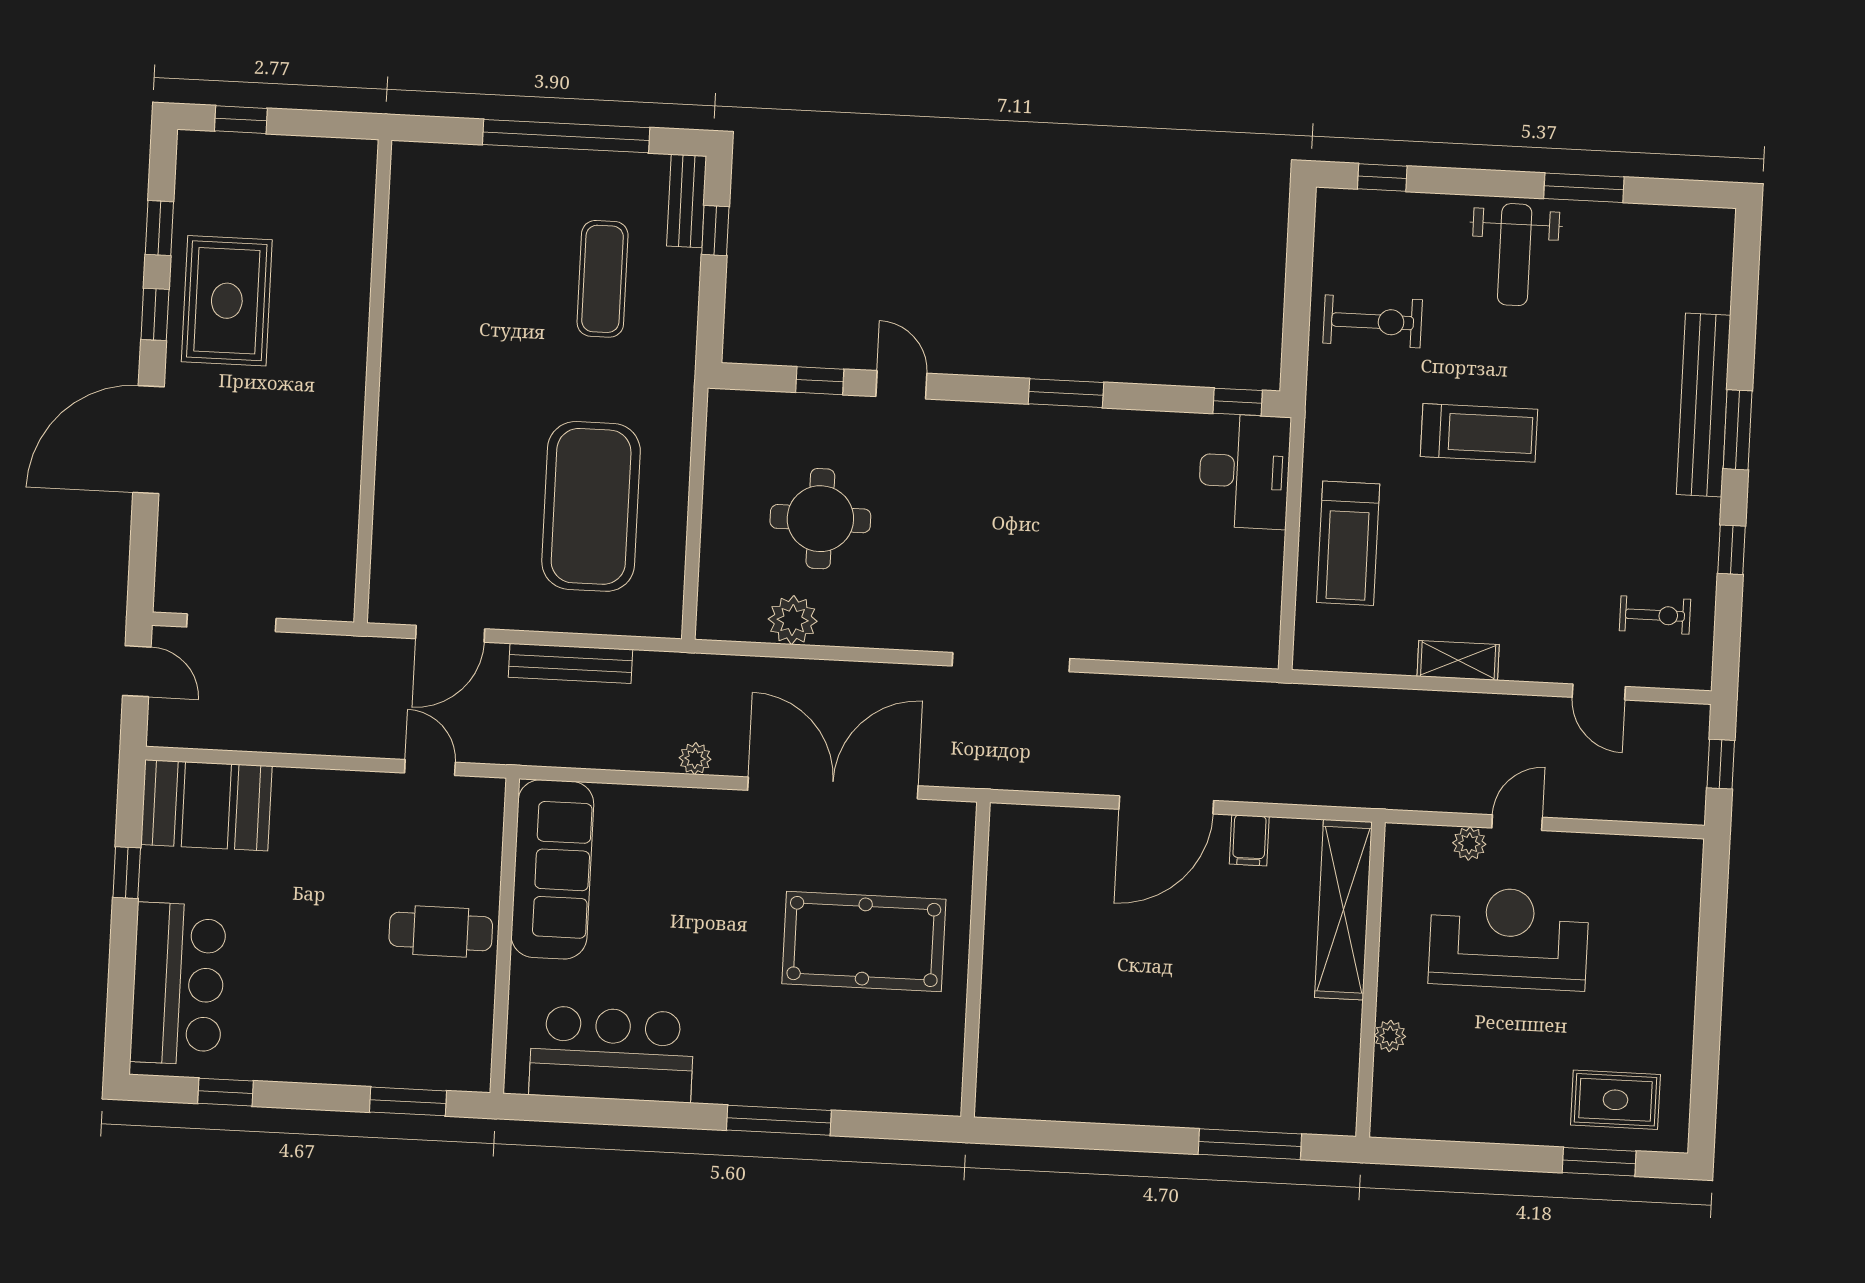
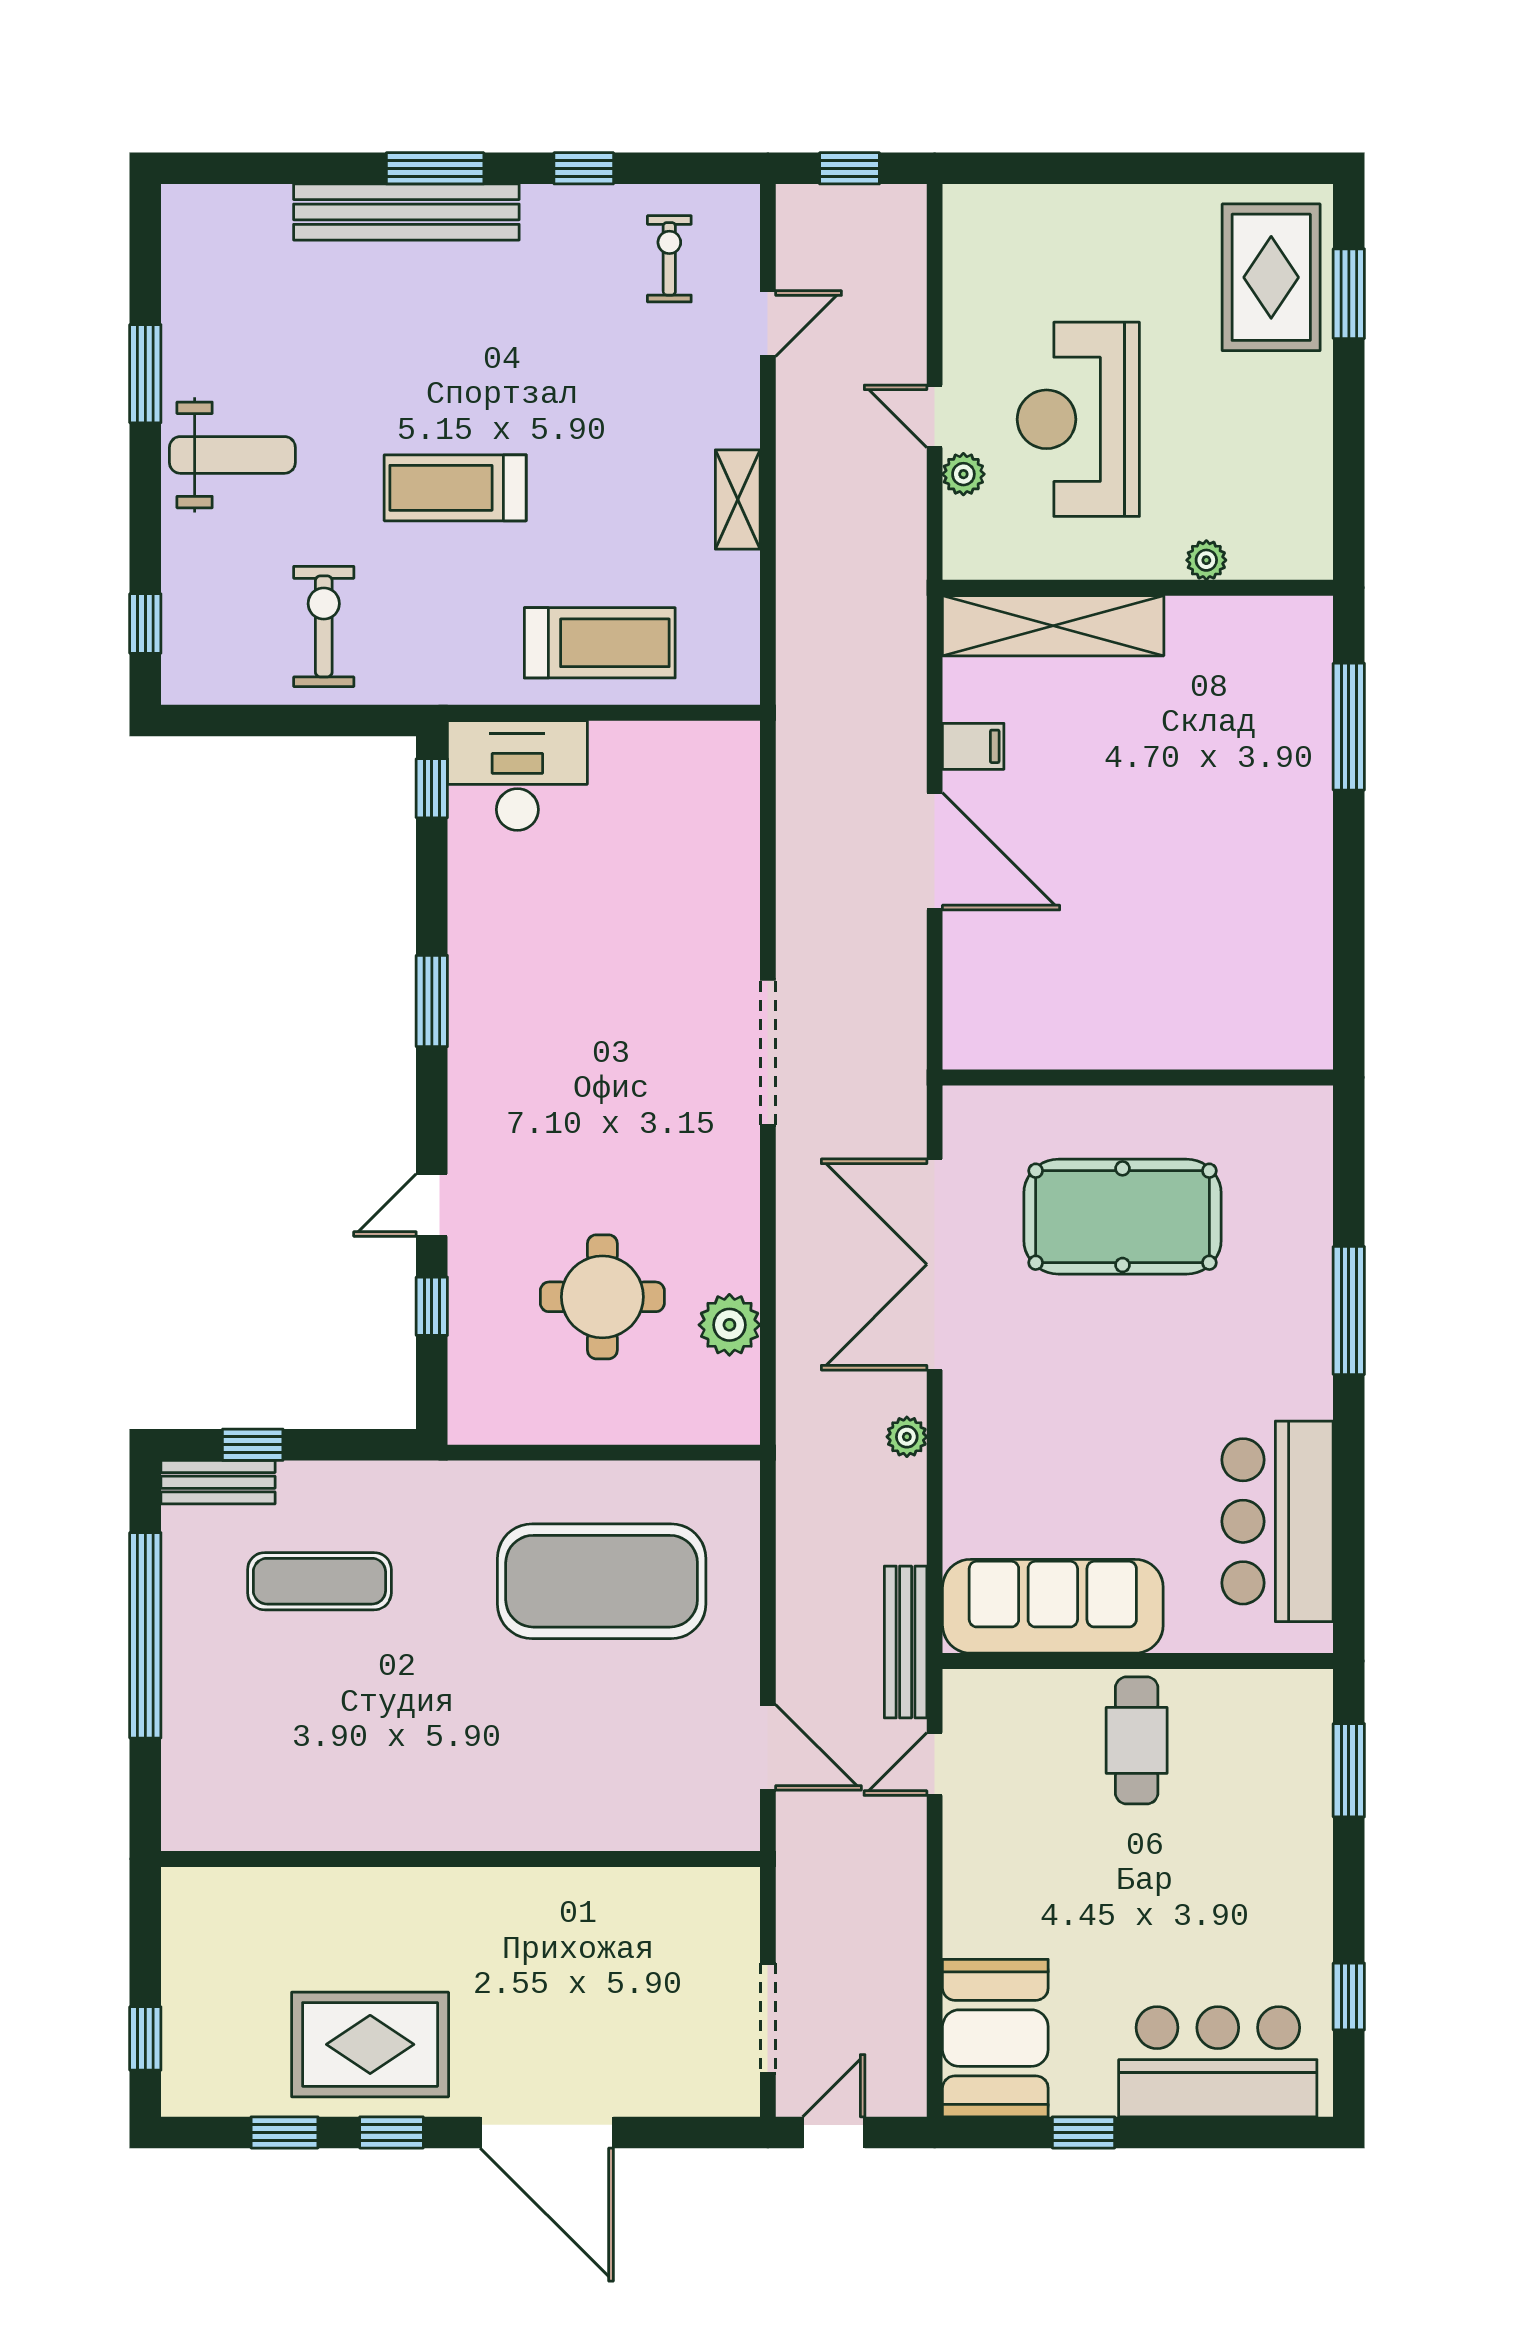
treadmill: (1479, 433) -> (455, 488), turned -90
bench: (571, 663) -> (906, 1642), moved
pool table: (864, 941) -> (1123, 1217), turned 90
rug: (1615, 1100) -> (1271, 277), width x1.36, depth x1.43

